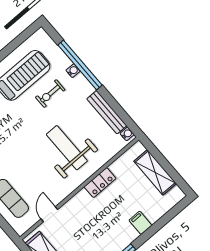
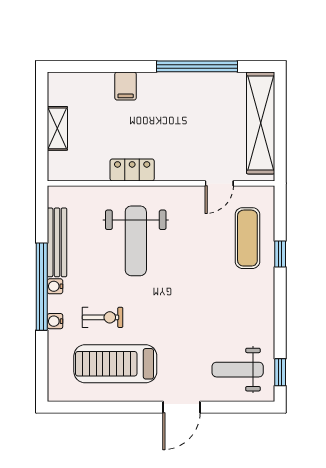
window: (80, 65) -> (42, 287), moved
water cooler: (127, 134) -> (55, 286), moved
shelving: (155, 172) -> (57, 128), width x0.67, depth x0.75

